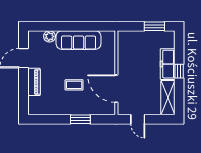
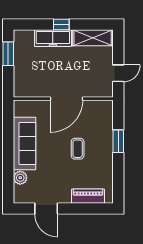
piano: (34, 82) -> (88, 196), moved
door: (116, 89) -> (66, 99), moved

